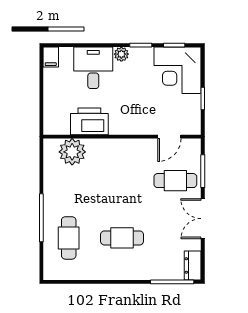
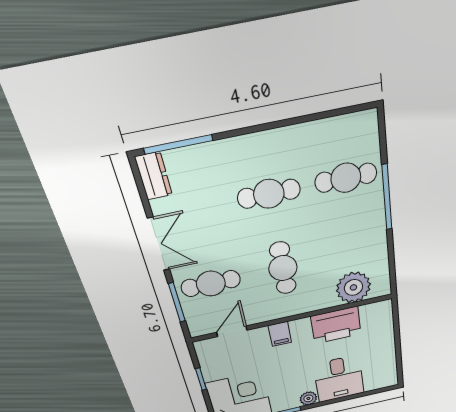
filing cabinet: (51, 57) -> (280, 334), moved, turned 180
cafe table: (122, 181) -> (283, 268), added
cafe table: (69, 238) -> (346, 178), turned 90

